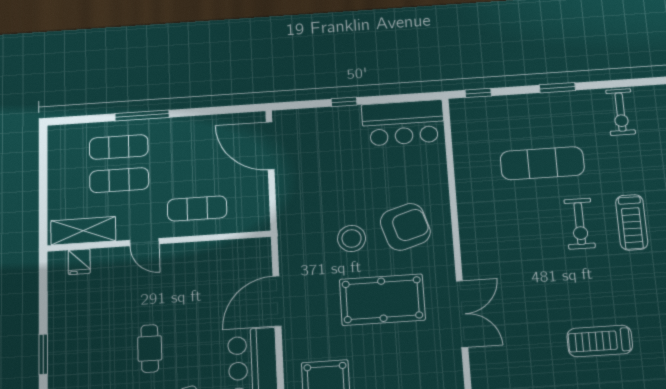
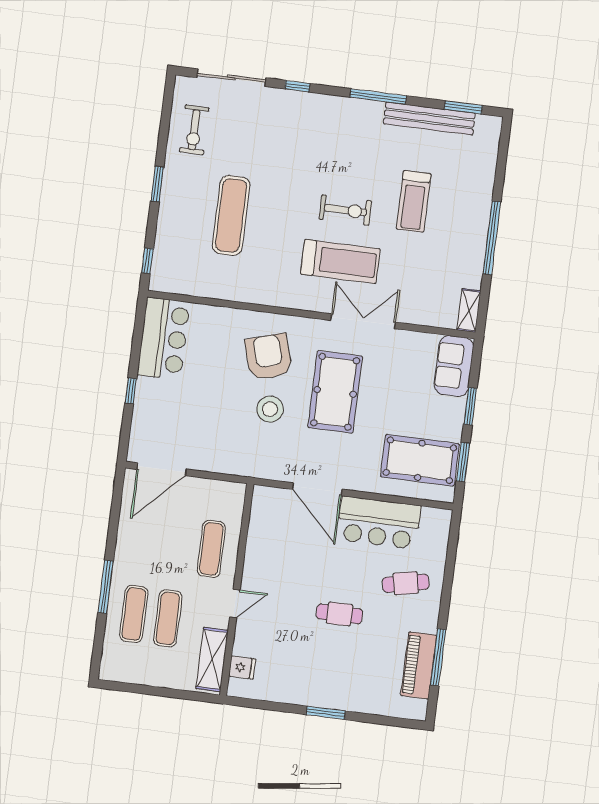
exercise bike: (621, 112) -> (194, 130), turned 90
treadmill: (632, 222) -> (340, 261), moved, width x1.37, depth x1.38
exercise bike: (580, 224) -> (345, 210), moved

